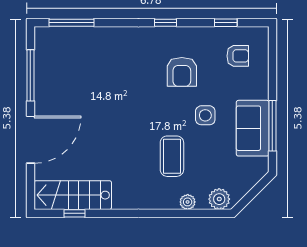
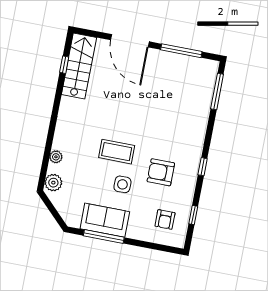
coffee table: (172, 156) -> (117, 152), moved

